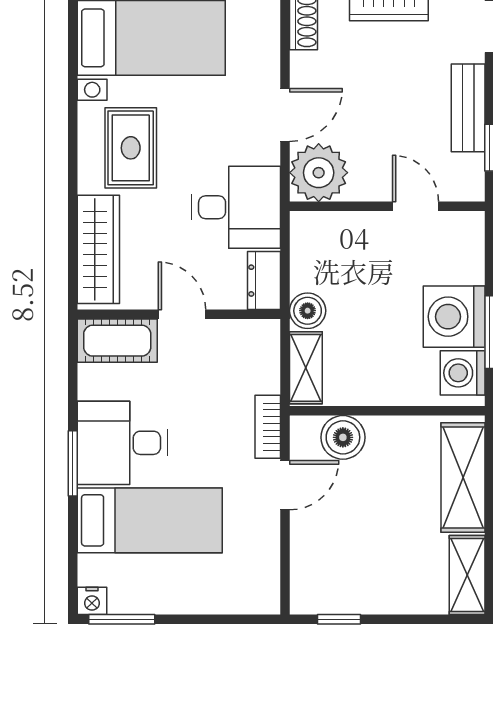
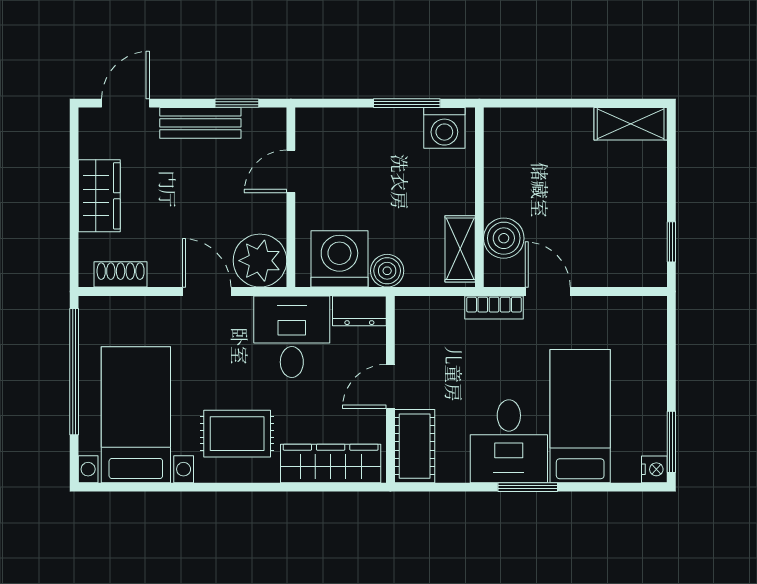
washing machine: (454, 317) -> (339, 259), moved, turned 180
shelving: (306, 368) -> (460, 249), moved, turned 90
shelving: (463, 477) -> (541, 128), removed

